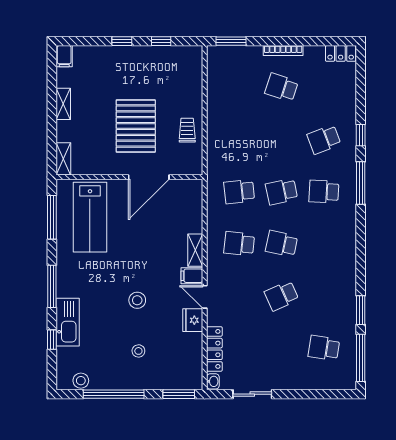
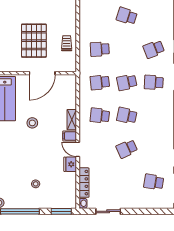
school desk: (239, 139) -> (100, 49), added
stool: (137, 300) -> (32, 123), moved

